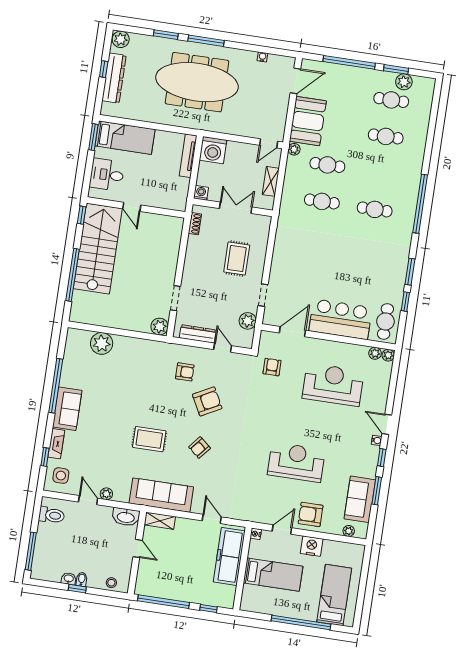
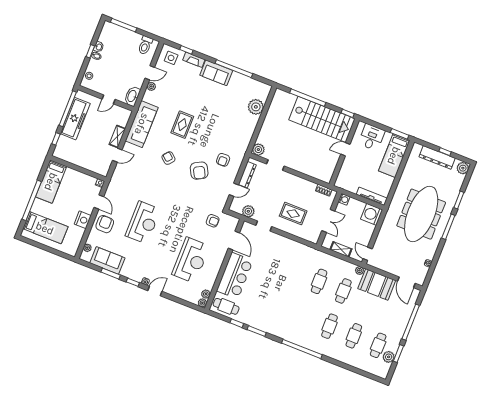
cafe table: (375, 209) -> (329, 326), moved
shelving: (160, 521) -> (117, 137), moved
freezer: (229, 556) -> (75, 119), moved, turned 90
bed: (273, 575) -> (51, 182), moved

